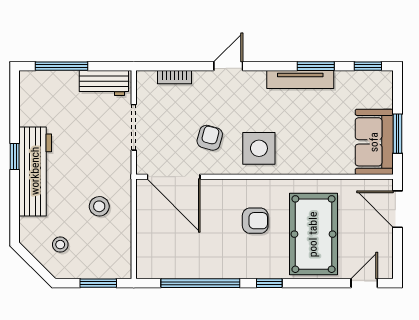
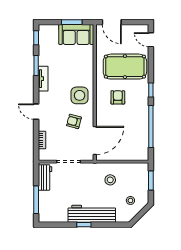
tv unit: (300, 80) -> (43, 79), width x0.71
door: (397, 209) -> (112, 22), hinge flipped

